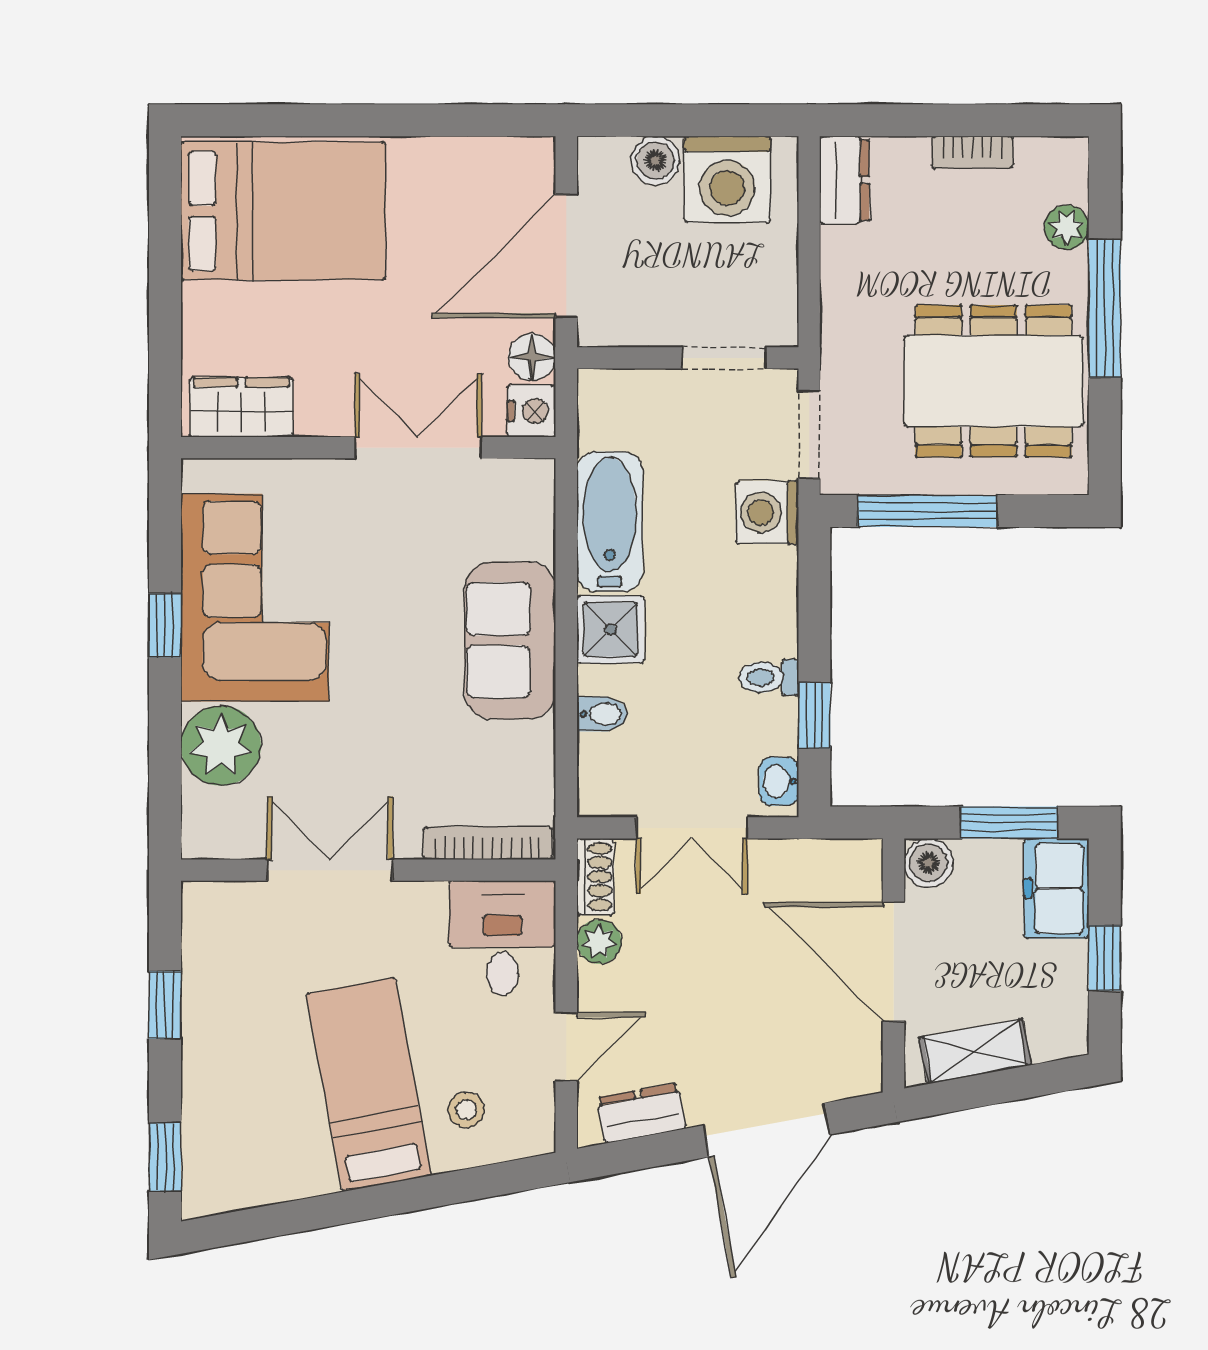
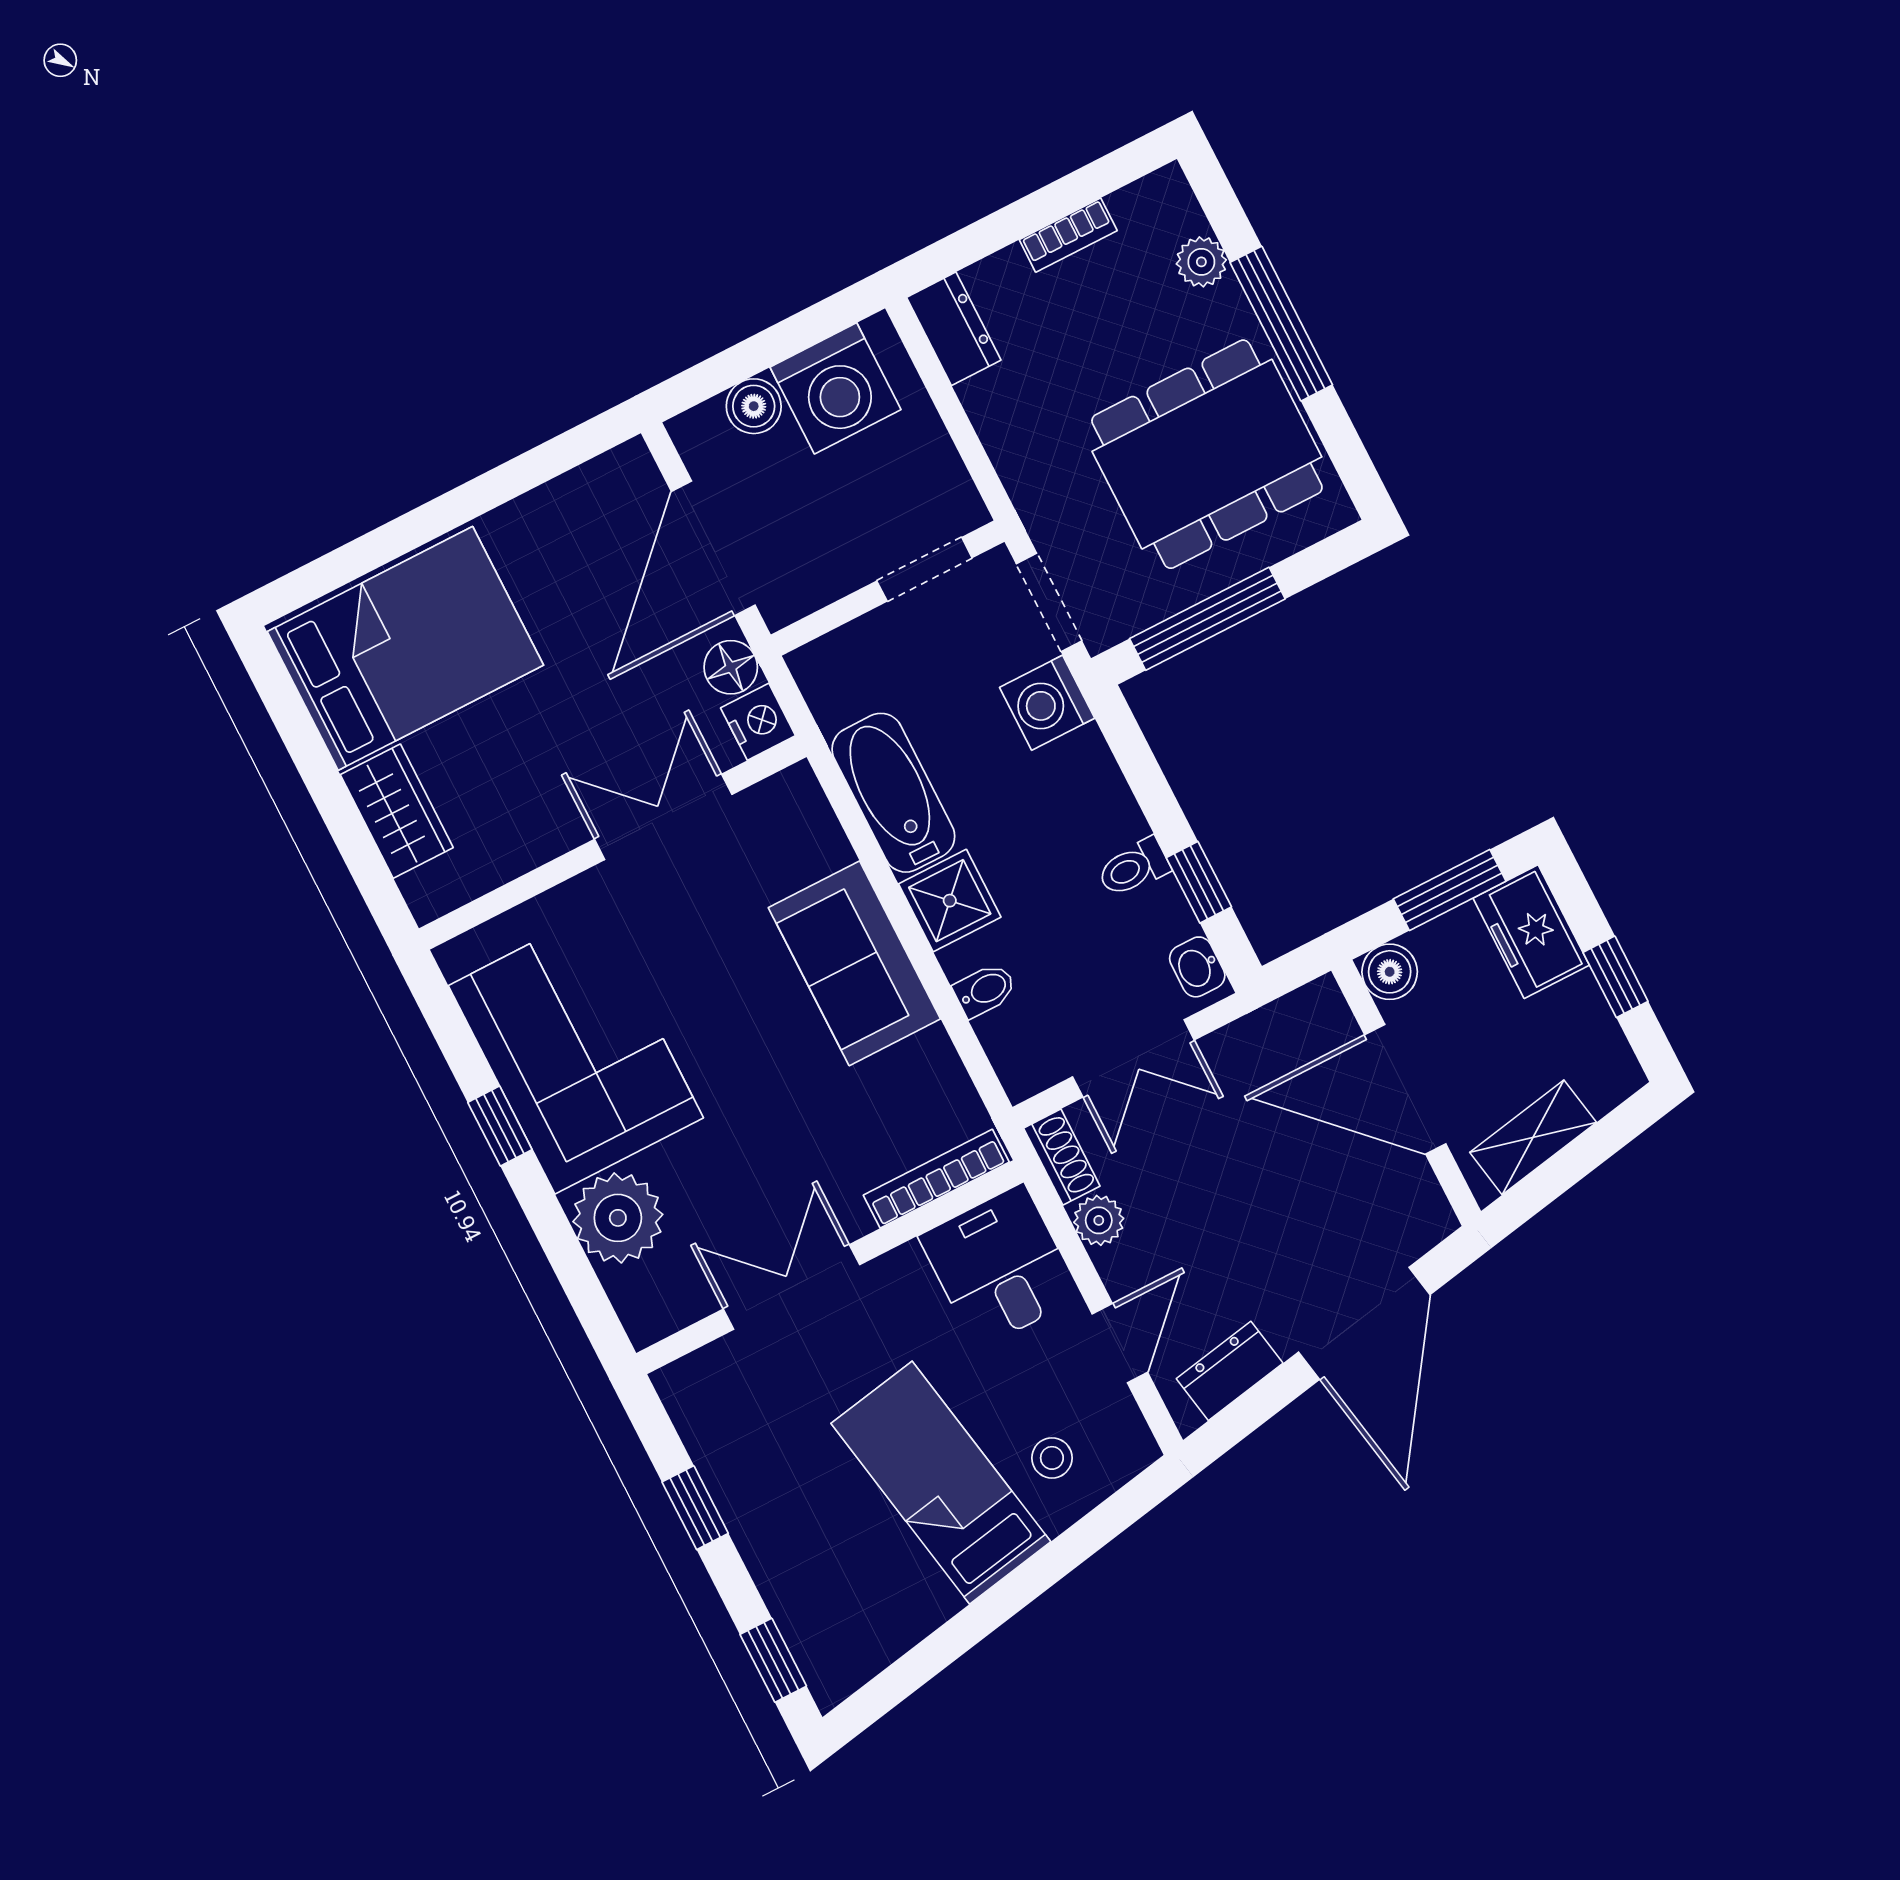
wardrobe: (241, 407) -> (397, 811), moved, turned 90

